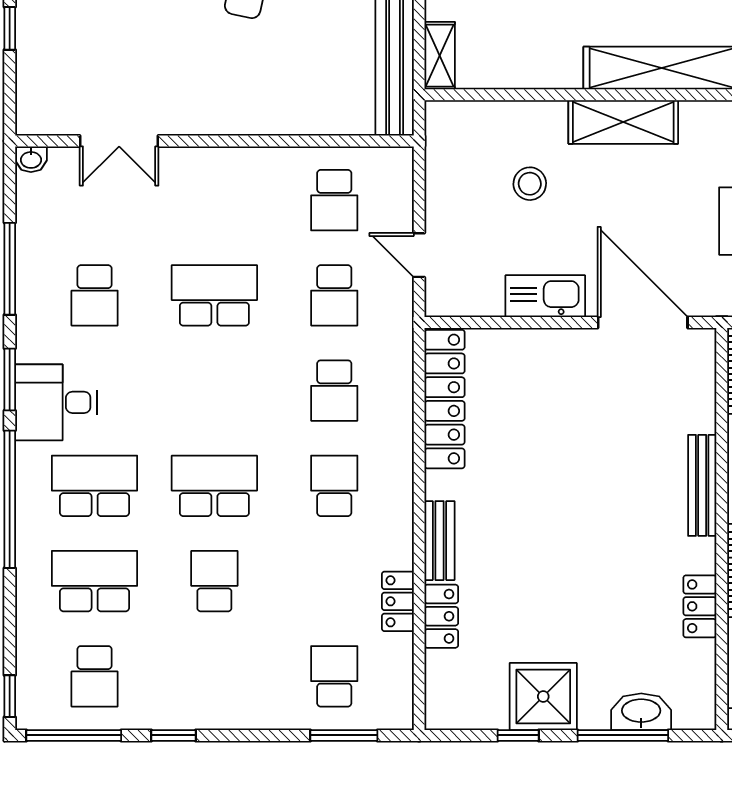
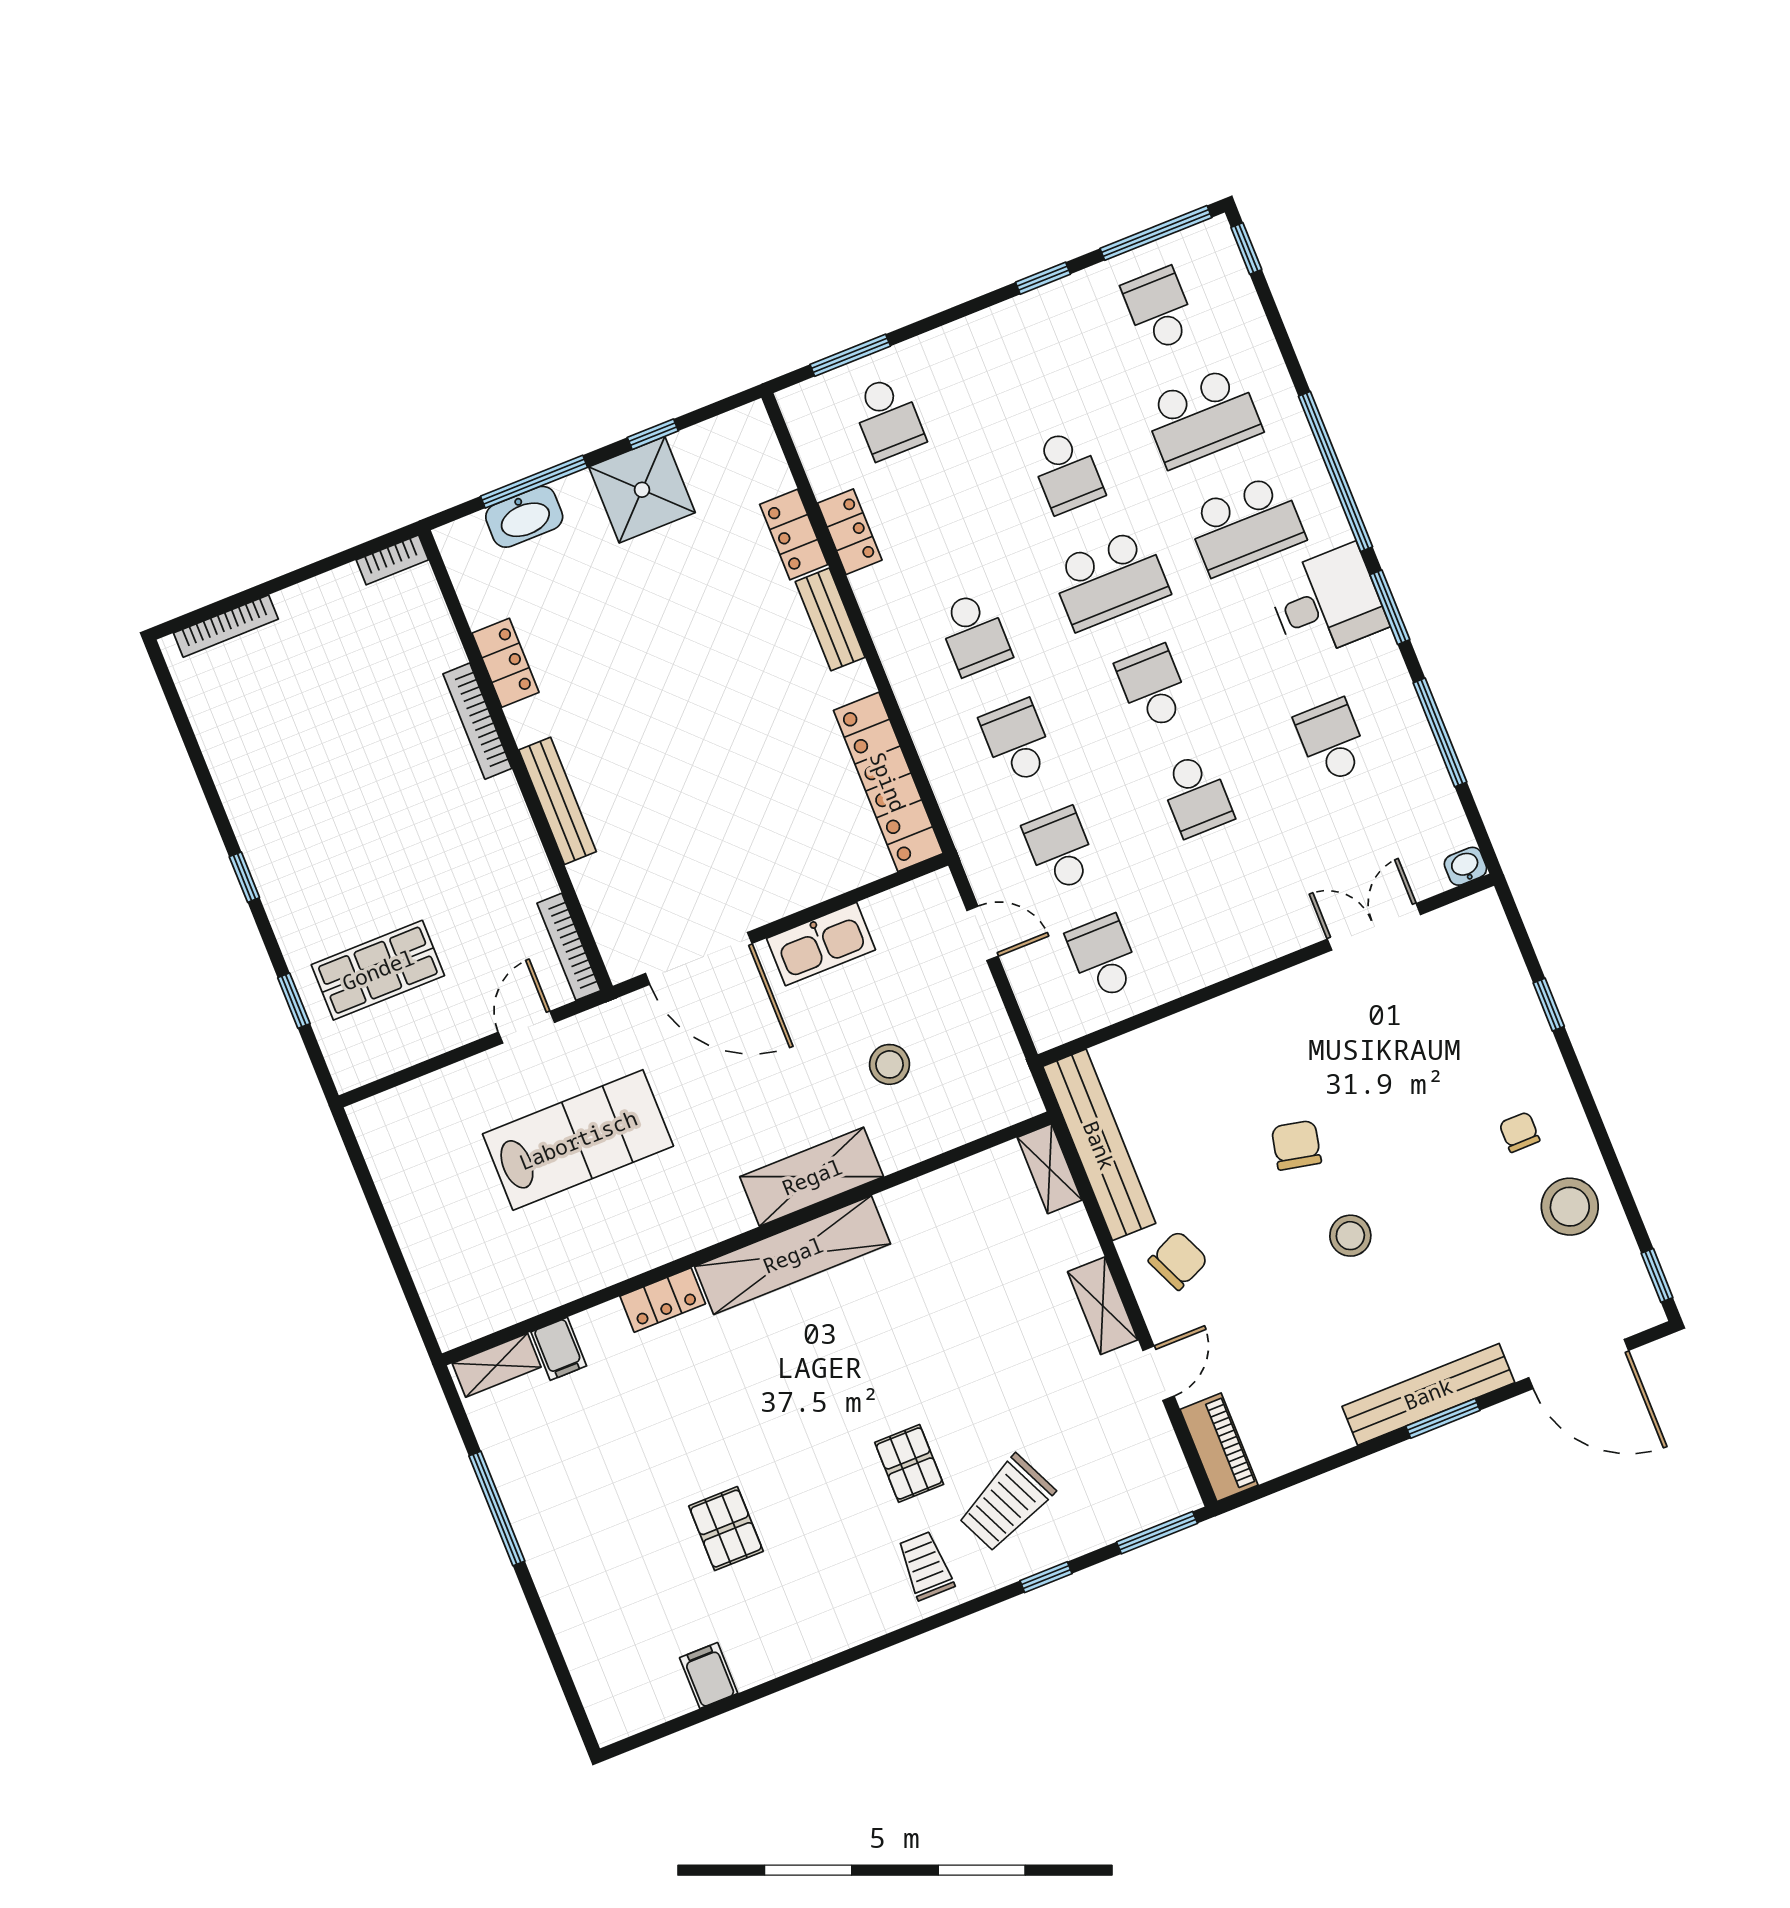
school desk: (214, 295) -> (1196, 795), width x0.54
school desk: (214, 391) -> (1153, 687), added

